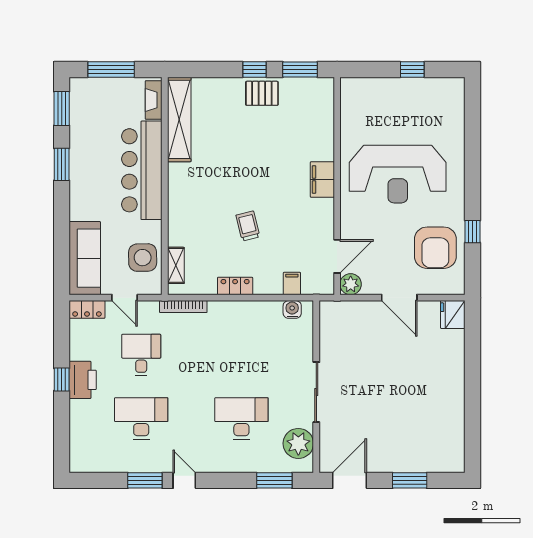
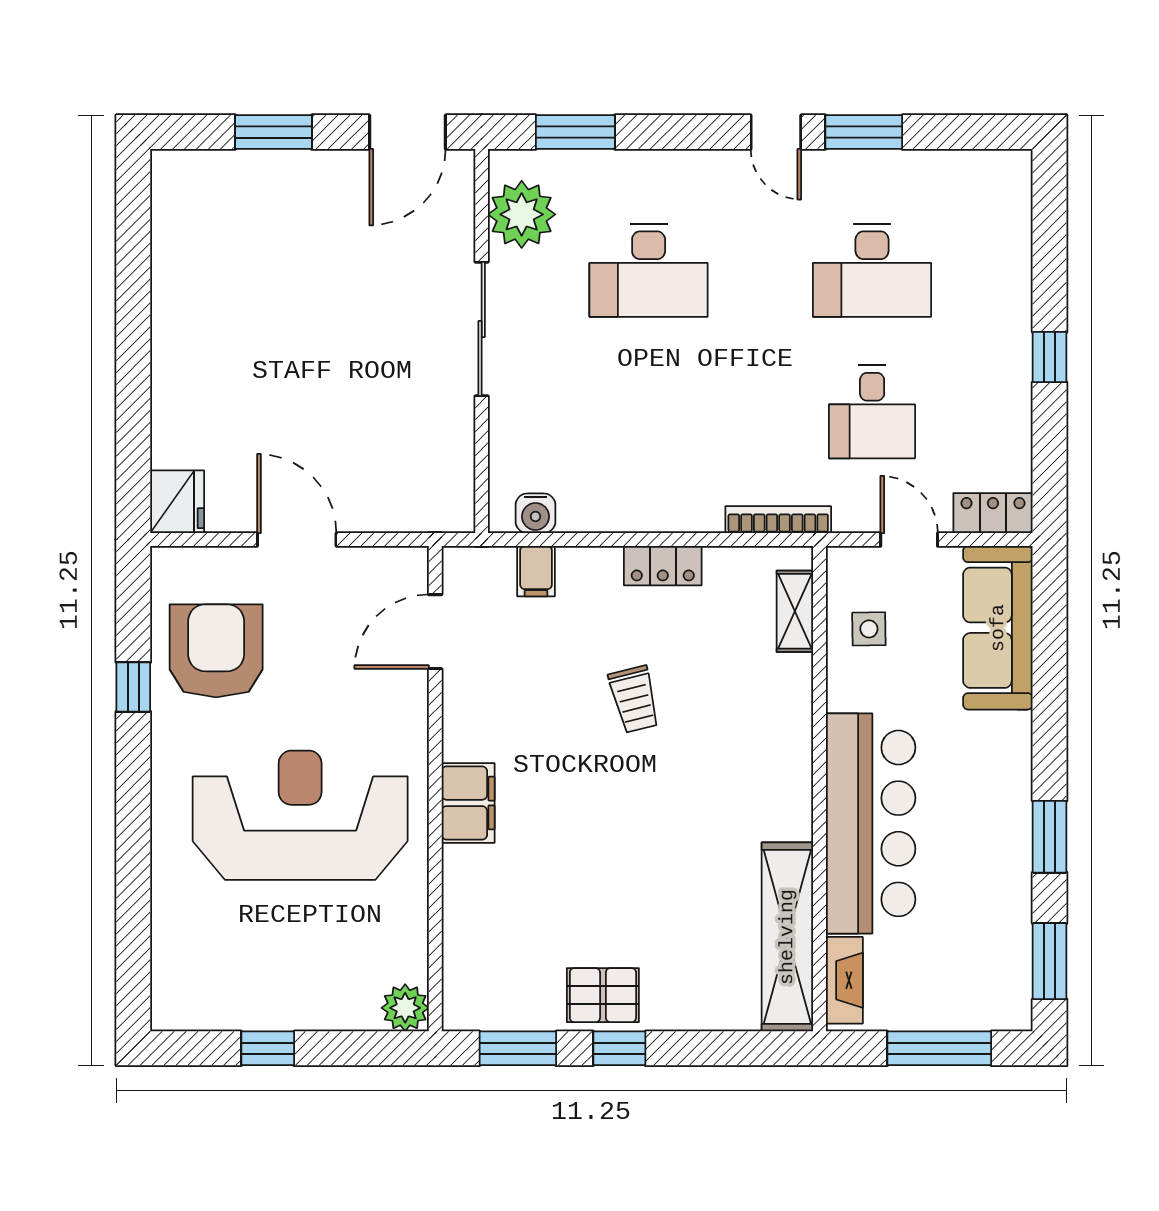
side table: (143, 258) -> (869, 629), width x0.54, depth x0.54
plant: (351, 284) -> (405, 1008), moved
printer: (83, 380) -> (1003, 356), removed

